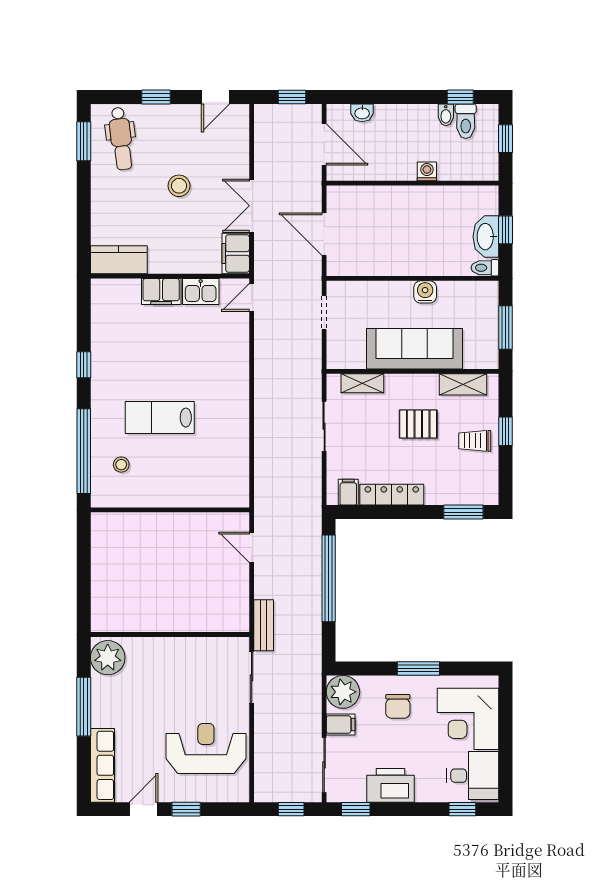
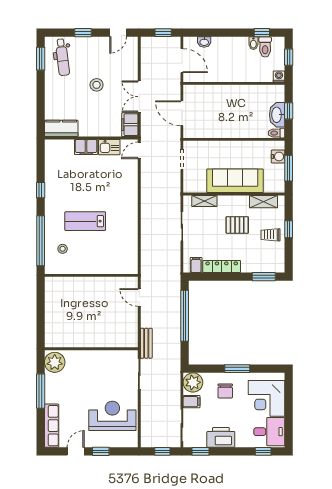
washing machine: (427, 171) -> (279, 76), moved
water cooler: (425, 292) -> (278, 156), moved, turned 90

